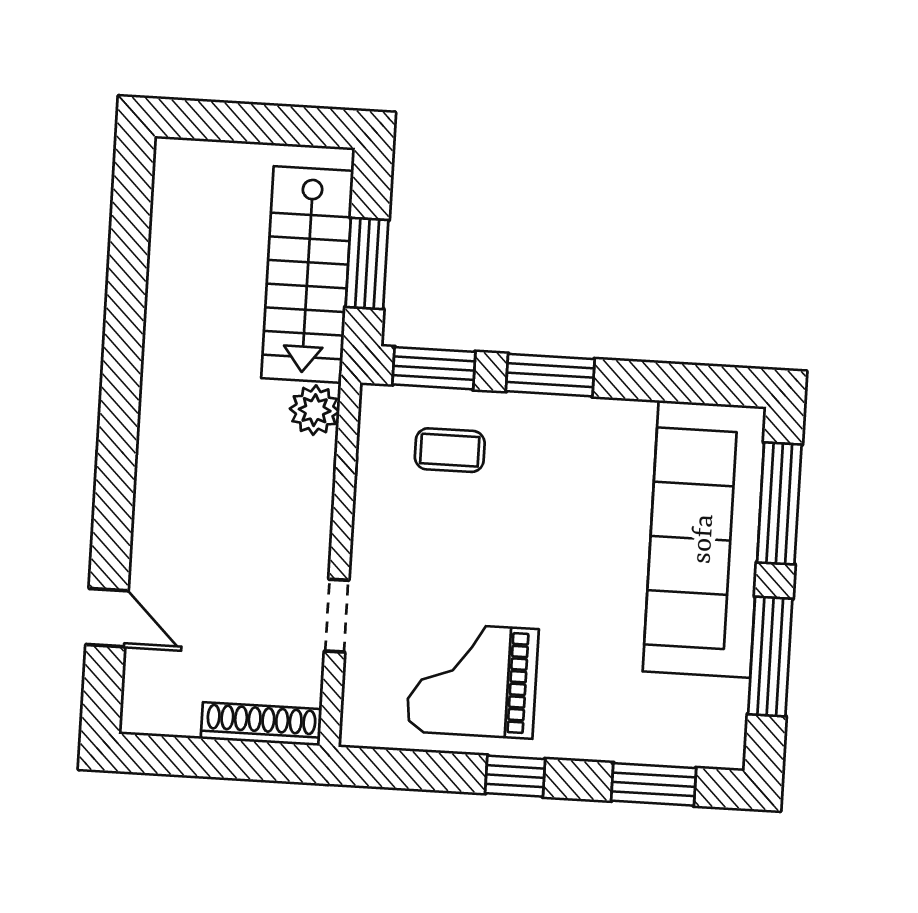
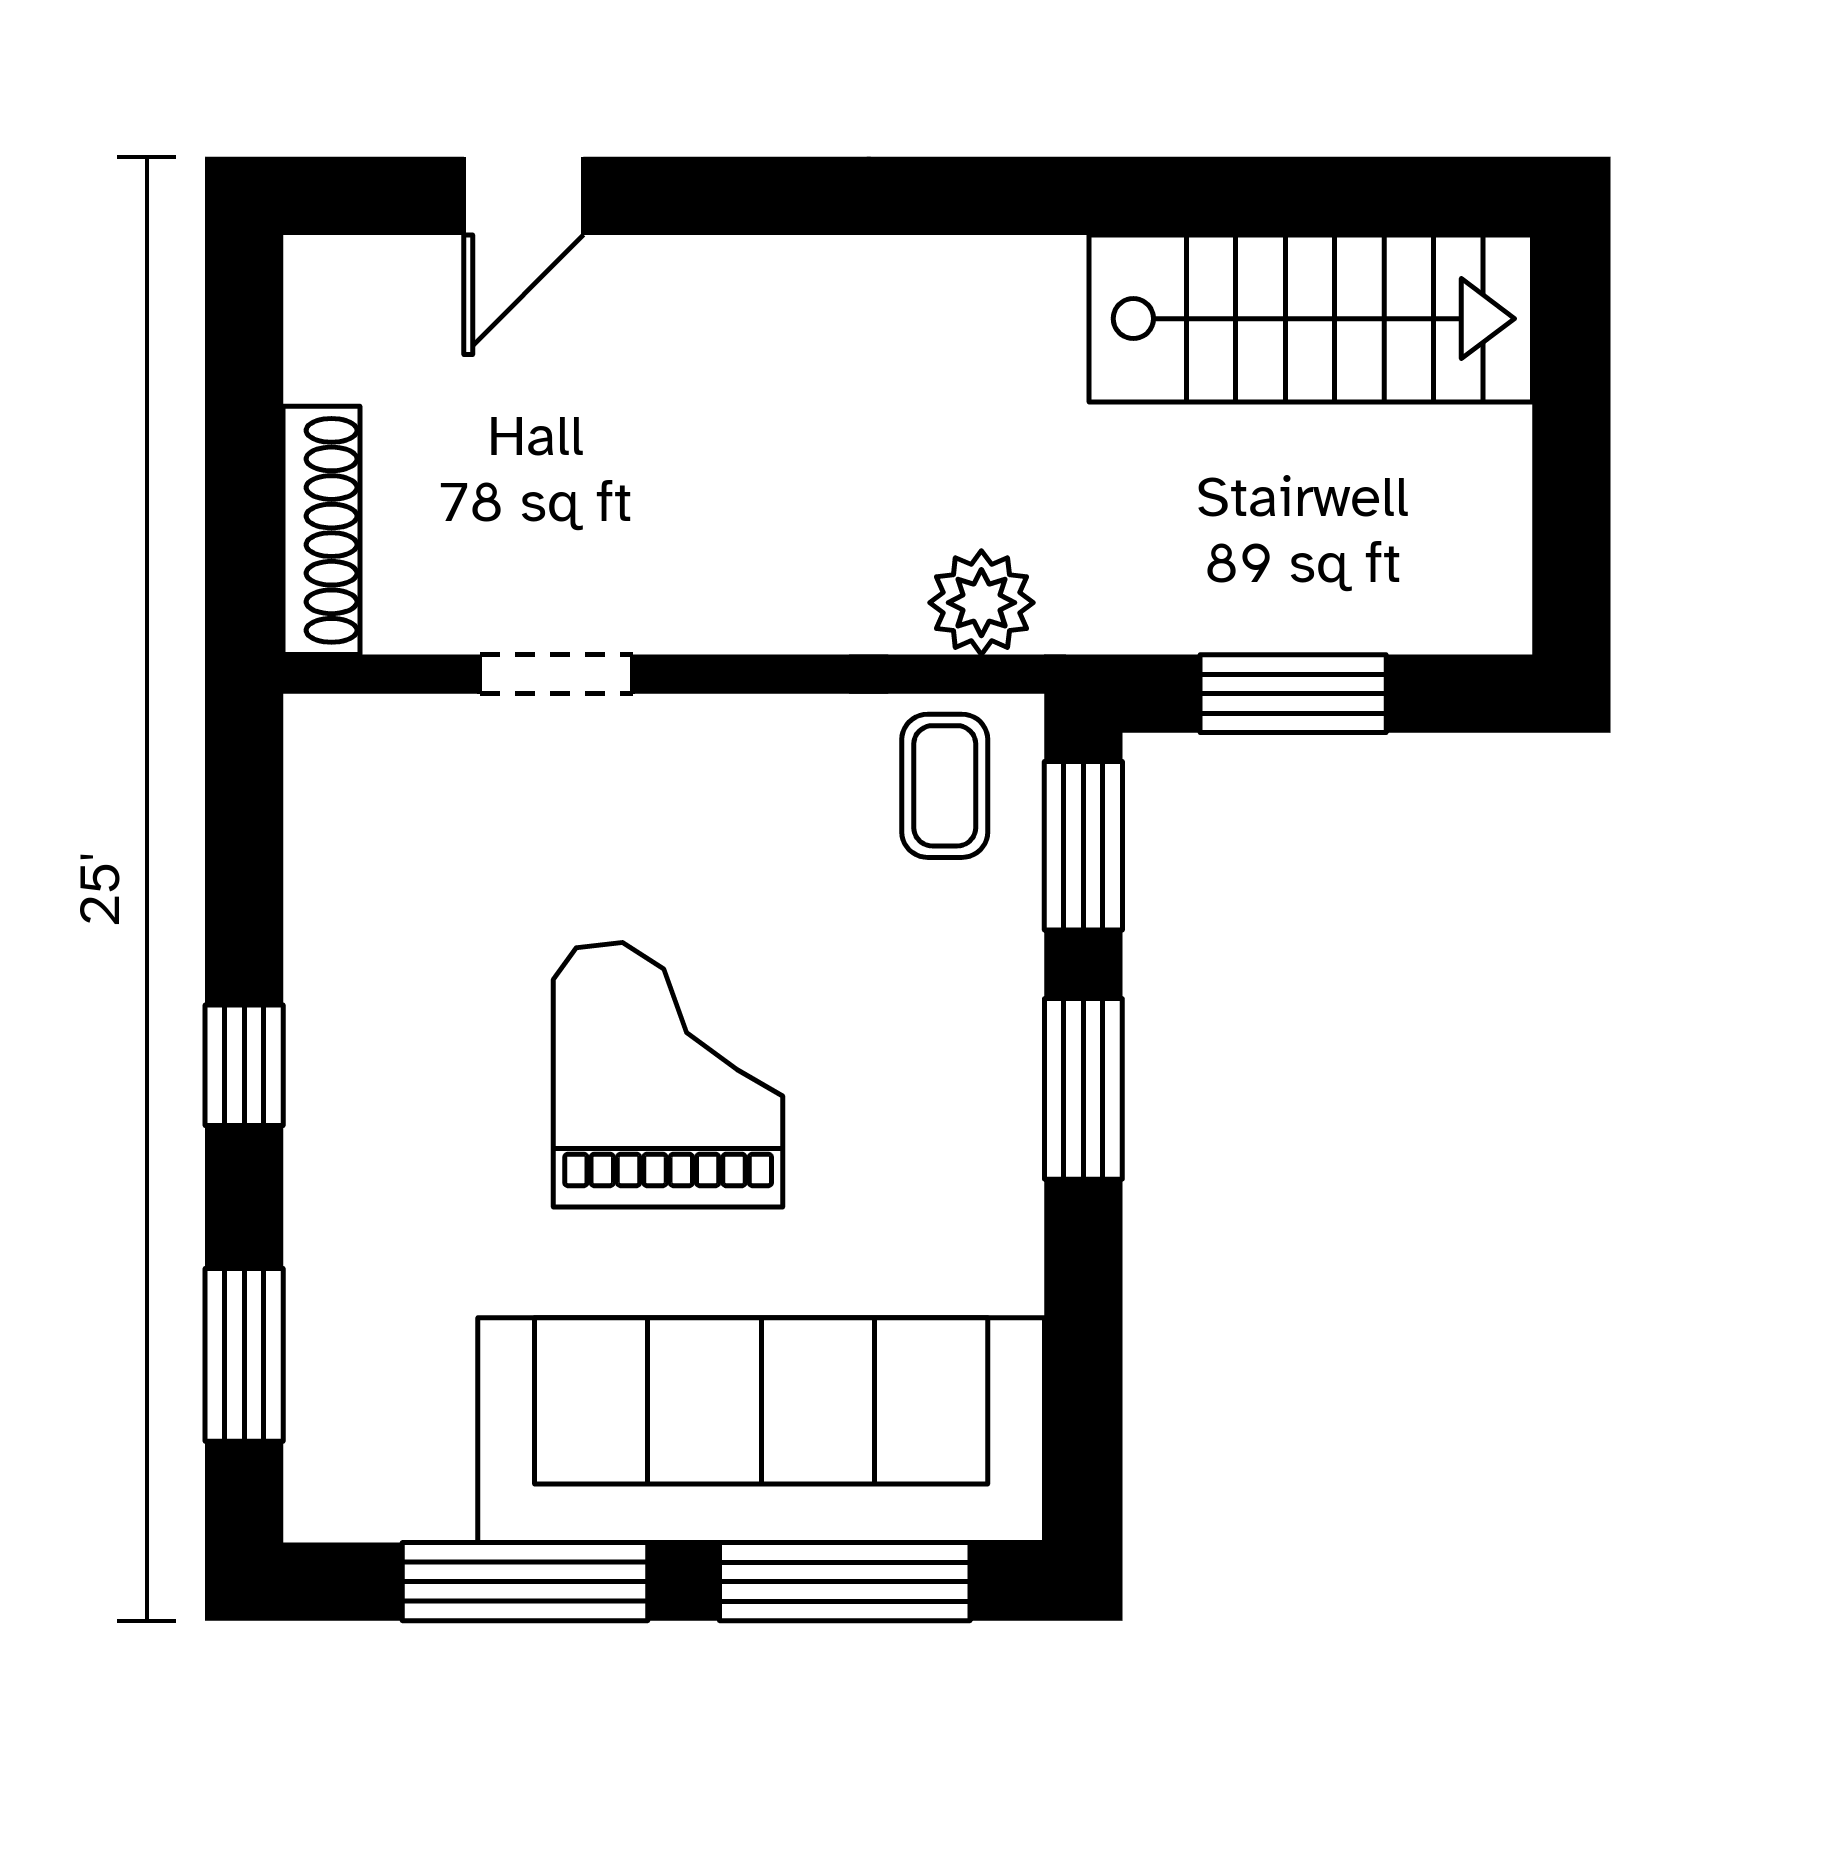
stairs: (307, 274) -> (1311, 319), moved, turned 180
coffee table: (450, 450) -> (945, 786), moved
grand piano: (472, 680) -> (668, 1075), moved

